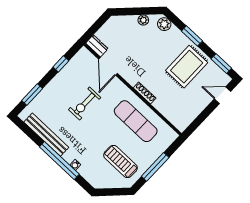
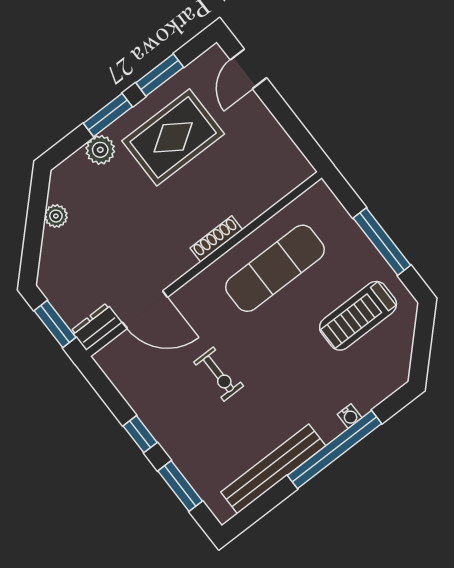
plant: (164, 24) -> (100, 150), moved
window: (95, 27) -> (55, 324), added
window: (61, 64) -> (140, 434), moved
window: (221, 64) -> (160, 75), moved
rug: (187, 67) -> (173, 137), turned 90
exercise bike: (85, 104) -> (219, 374), width x0.73, depth x0.72

